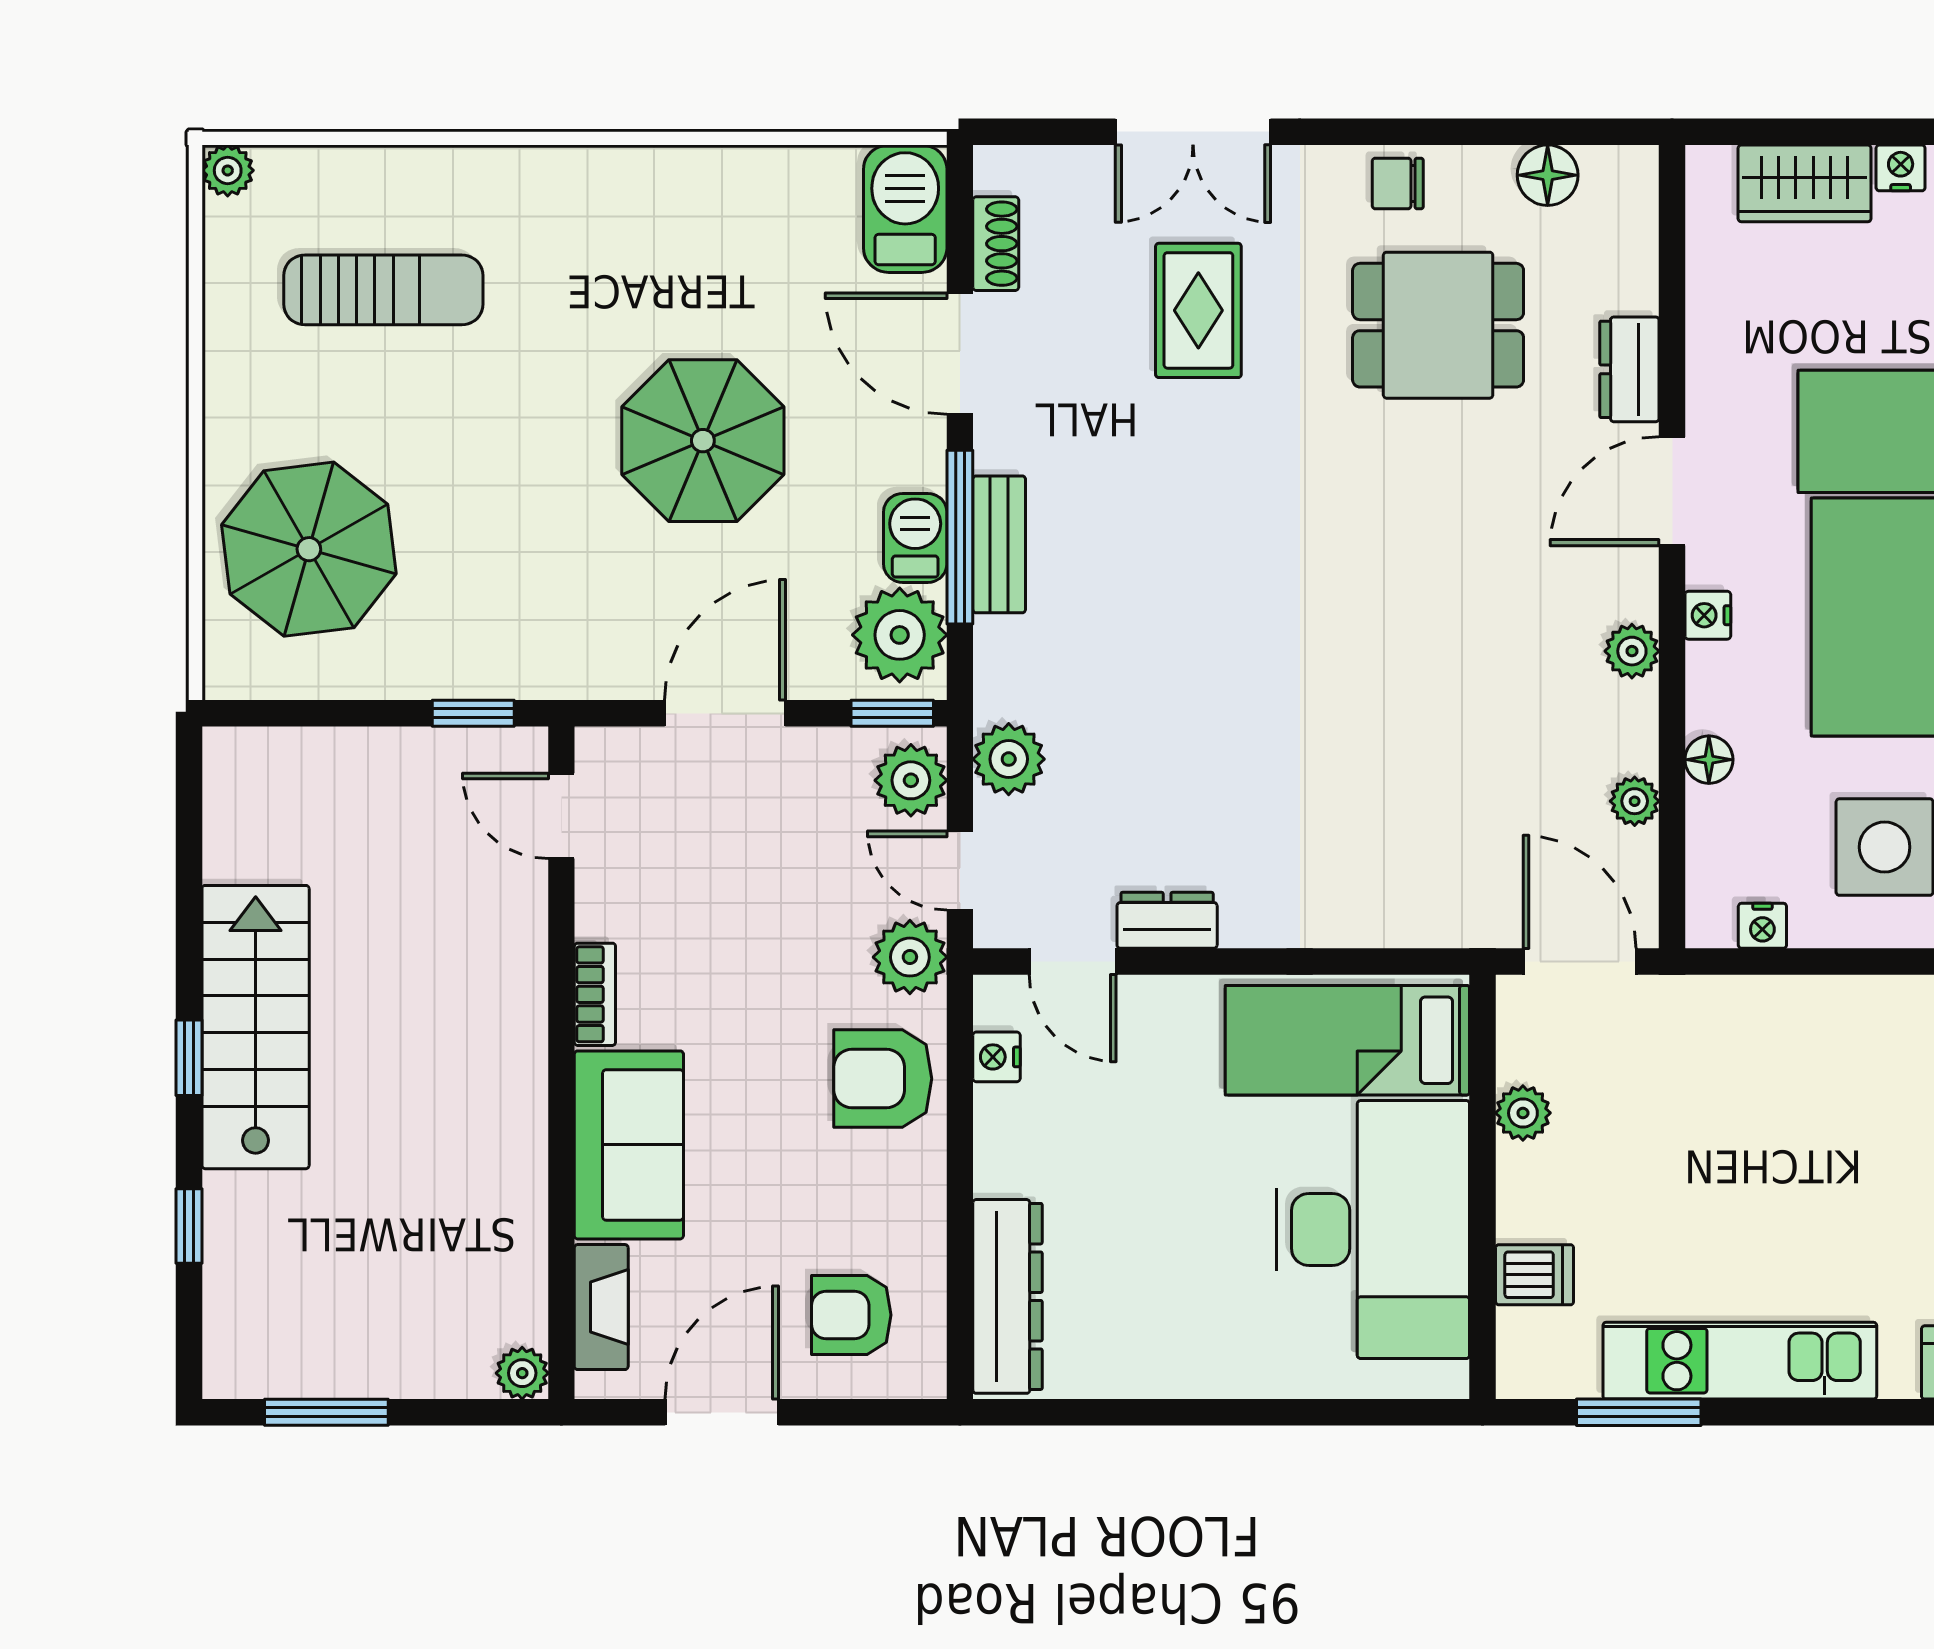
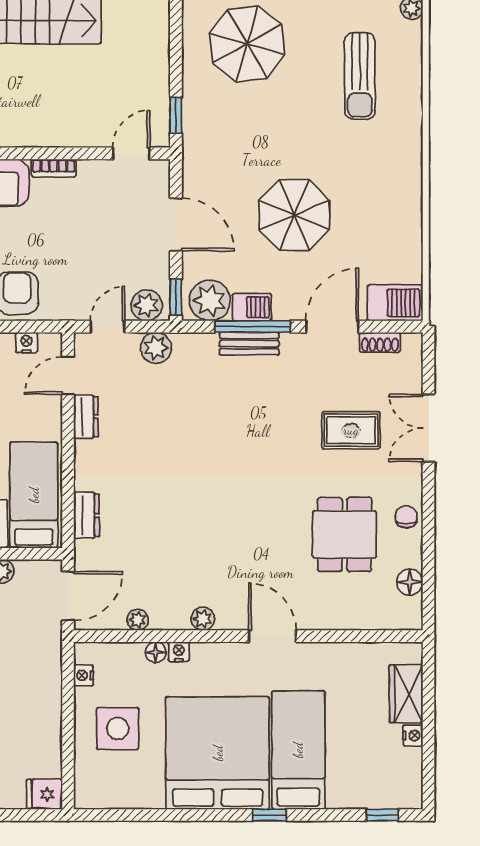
dresser: (1629, 369) -> (86, 515), moved, turned 90
nightstand: (1708, 615) -> (179, 652), moved
plant: (910, 957) -> (70, 305), removed

